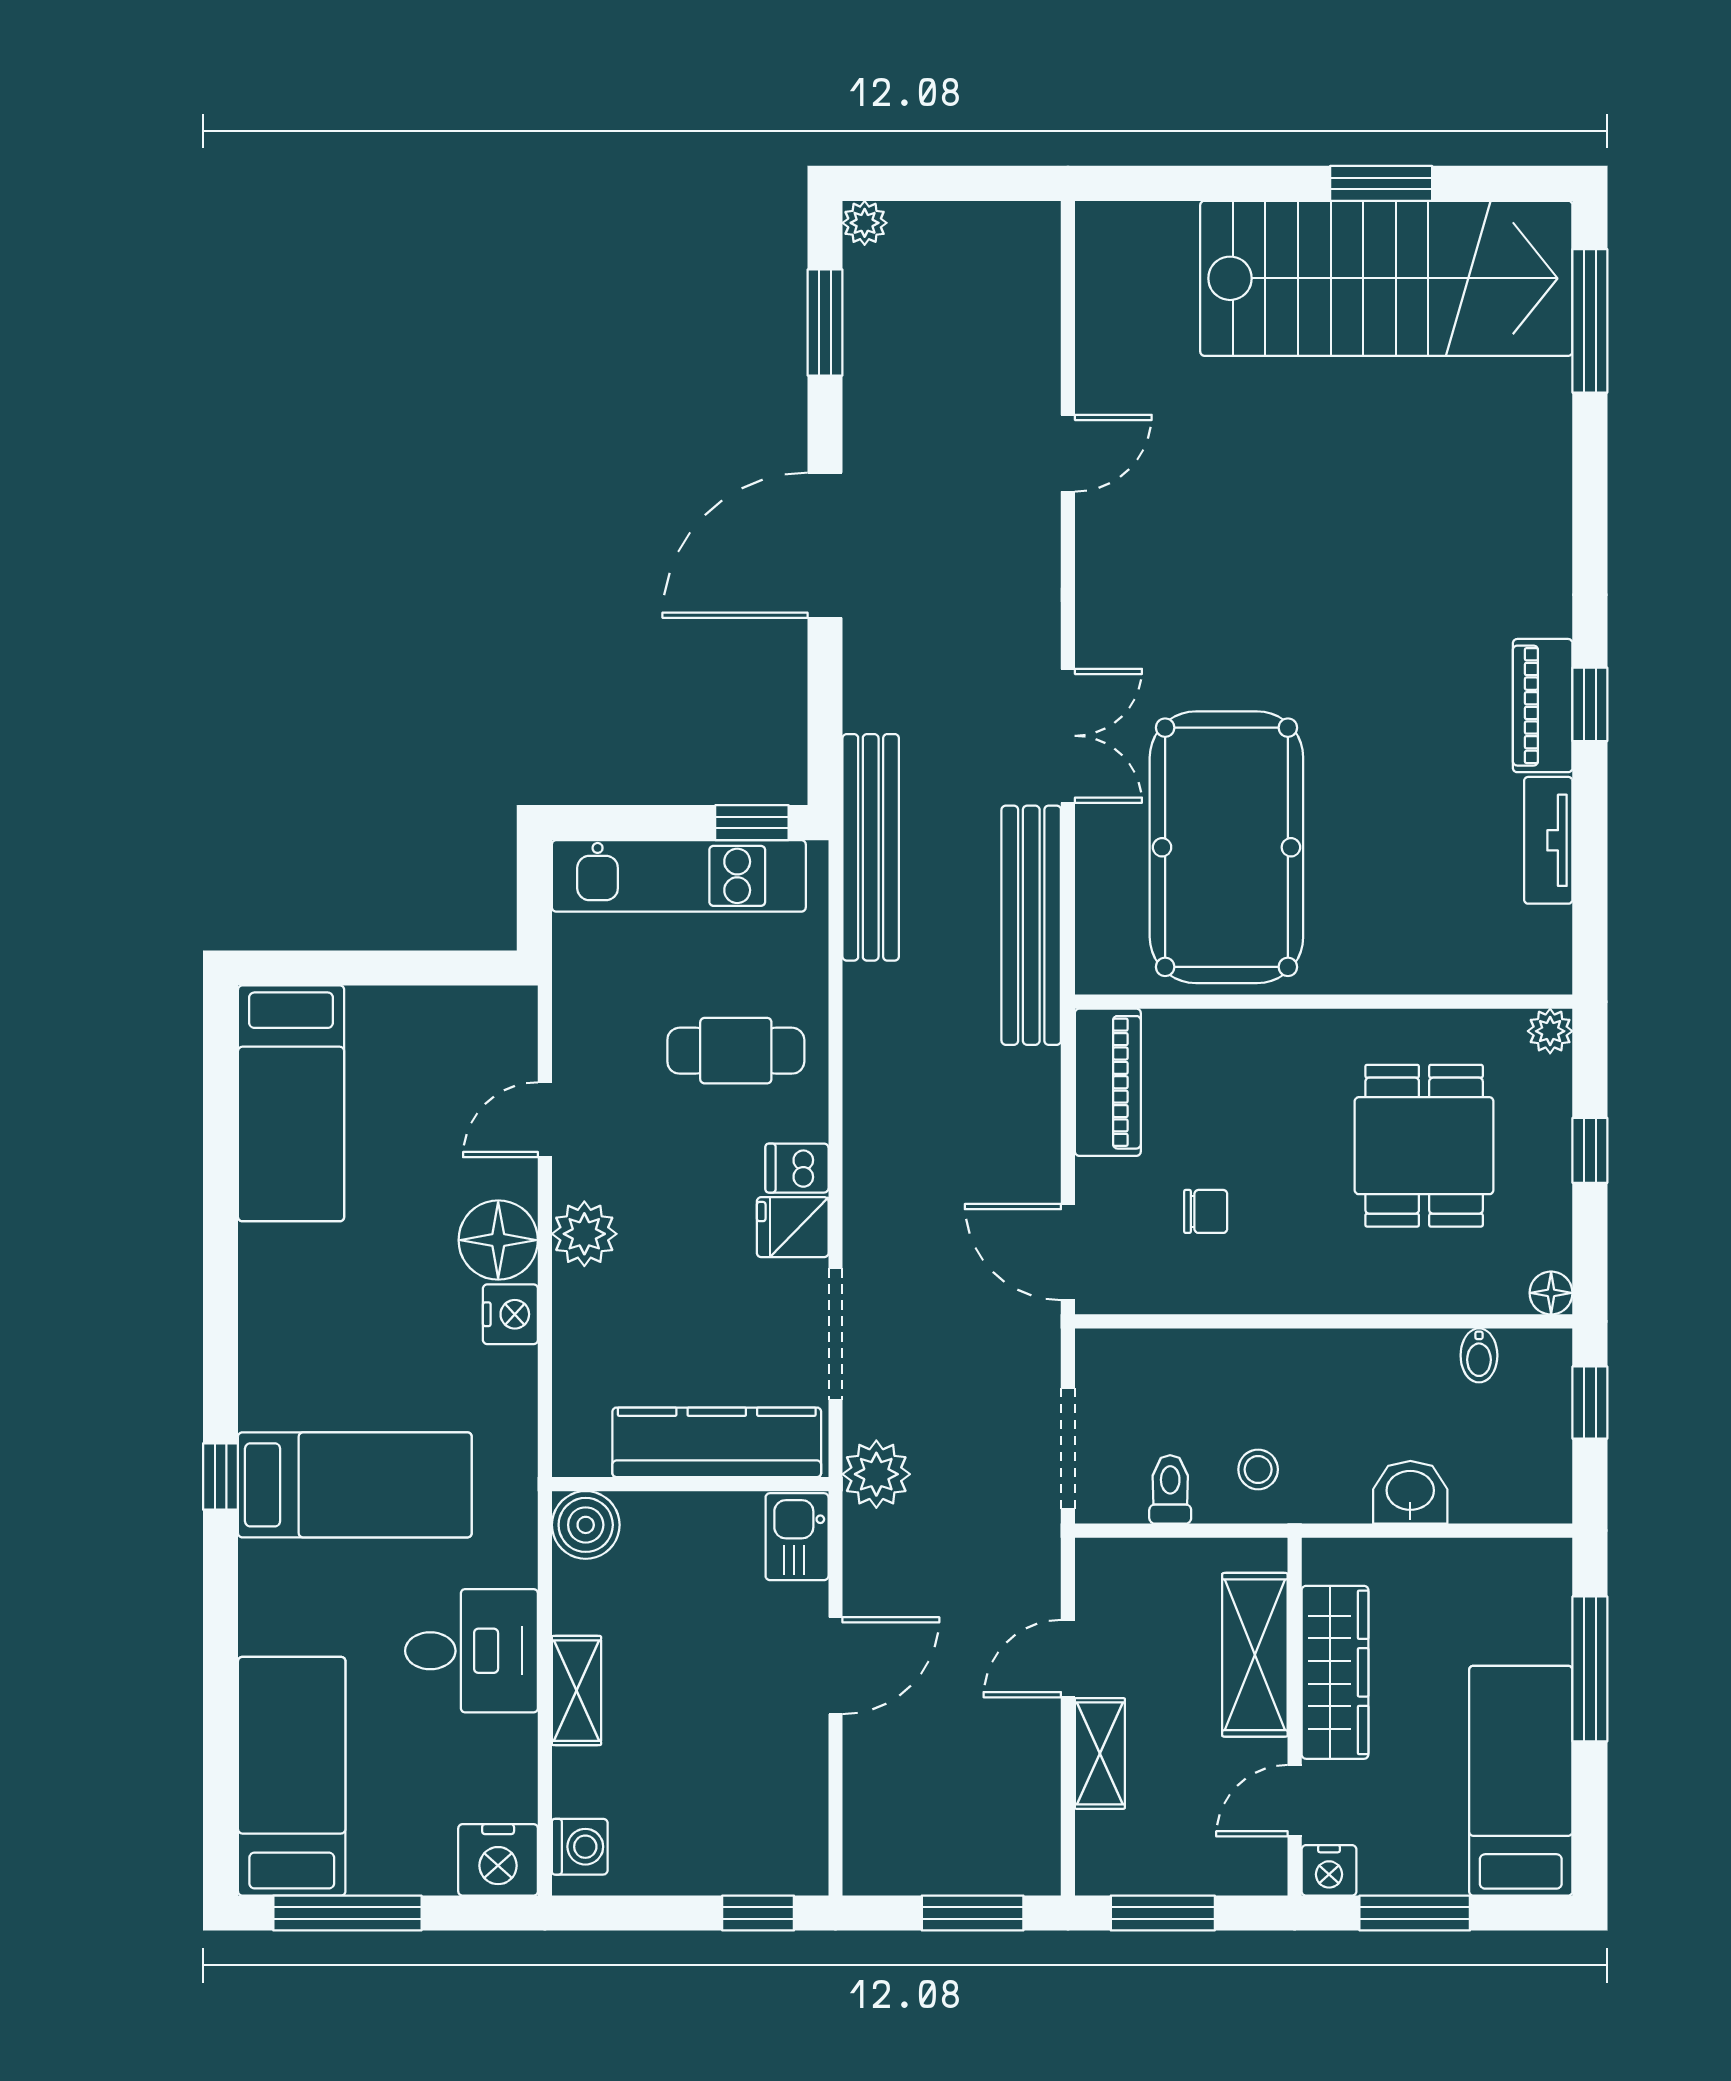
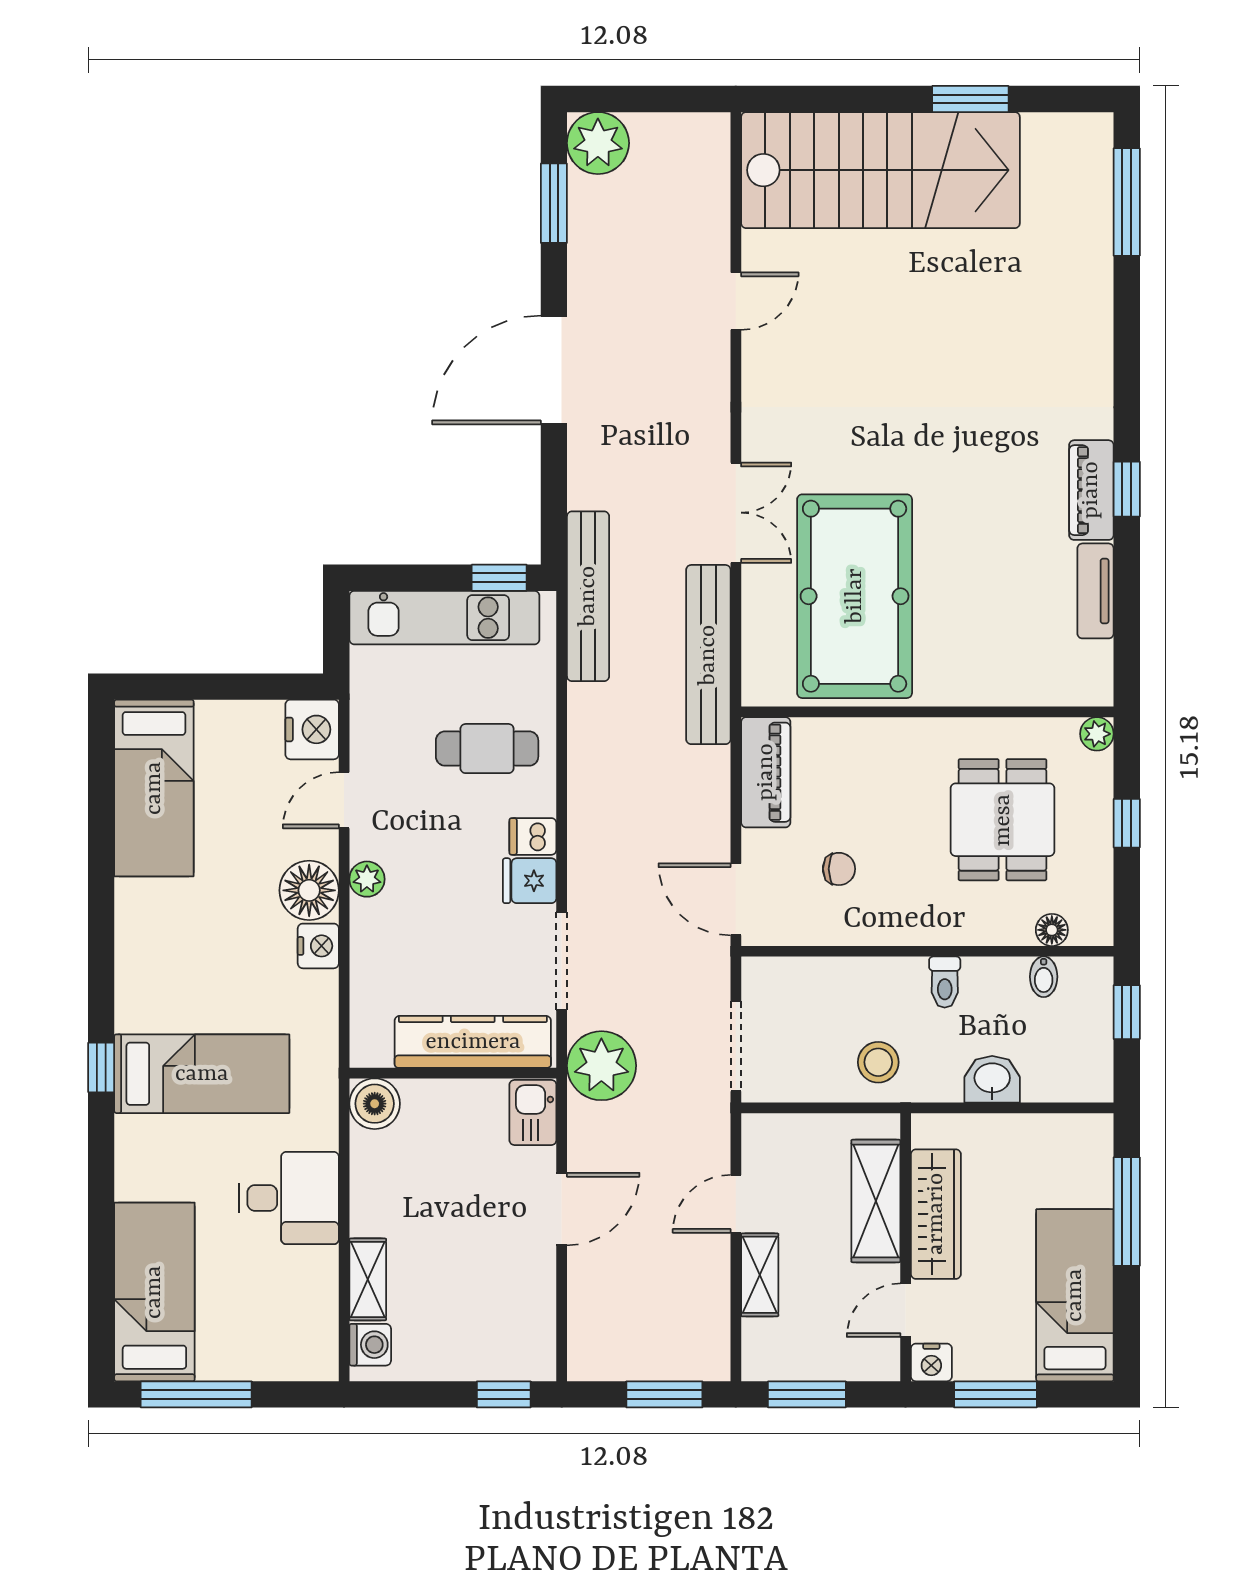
plant: (865, 223) -> (598, 143), width x1.88, depth x1.88
stairs: (1386, 278) -> (880, 170), moved
plant: (584, 1234) -> (367, 879), width x0.73, depth x0.73
floor lamp: (1551, 1293) -> (1052, 930), moved
stool: (1258, 1469) -> (878, 1062), width x1.37, depth x1.37
plant: (876, 1474) -> (601, 1066), width x1.36, depth x1.36
toilet: (1170, 1489) -> (945, 982), moved, turned 180
shelving: (576, 1691) -> (368, 1279), moved
nightstand: (498, 1860) -> (312, 729), moved, turned -90

